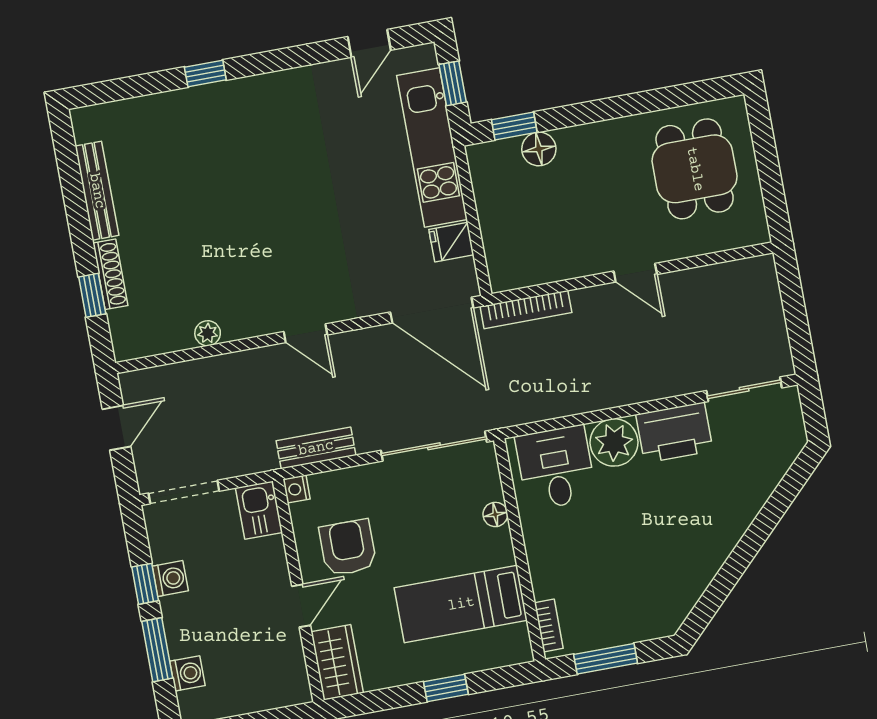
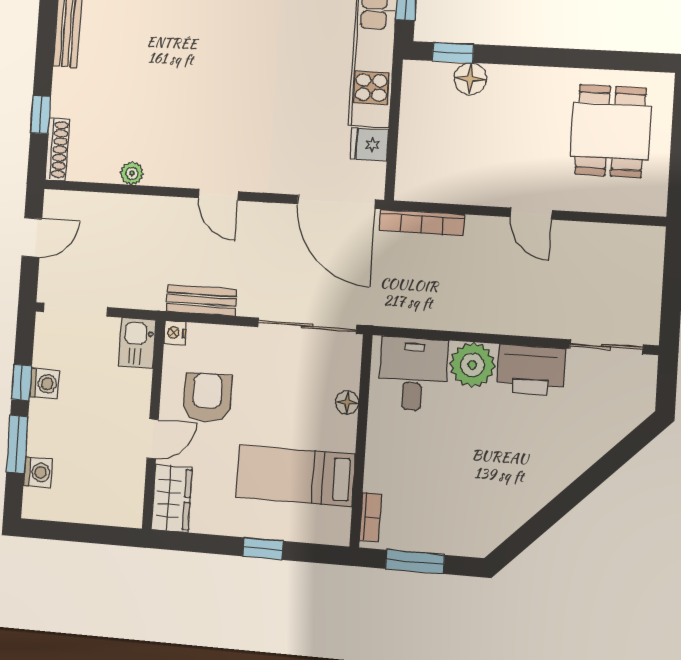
shoe rack: (110, 274) -> (57, 149), moved

